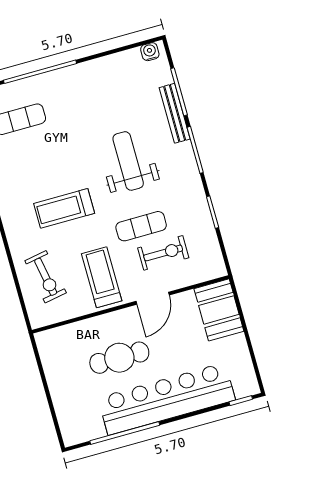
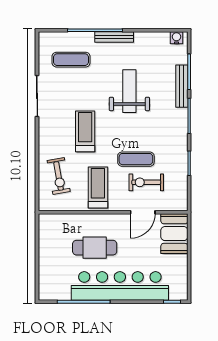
bench: (68, 74) -> (114, 37), added
weight bench: (128, 161) -> (129, 91), moved
treadmill: (64, 208) -> (85, 131), turned 90
exercise bike: (163, 253) -> (146, 182), turned 180
door: (153, 298) -> (143, 212), moved

